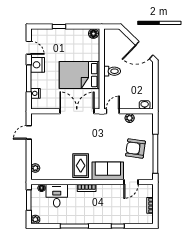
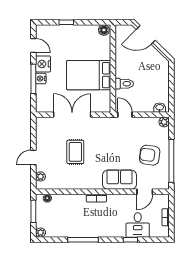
door: (144, 50) -> (146, 35), moved
toilet: (112, 71) -> (124, 84), moved
nightstand: (36, 93) -> (41, 79), moved
double door: (77, 111) -> (72, 115), moved
door: (113, 111) -> (125, 115), hinge flipped
plant: (130, 118) -> (164, 122), moved
door: (29, 132) -> (33, 157), moved
rug: (81, 166) -> (75, 152), moved
desk: (57, 196) -> (138, 225), moved, turned 180

